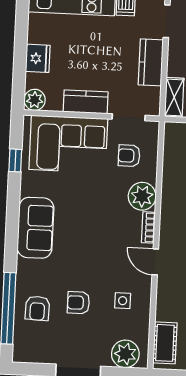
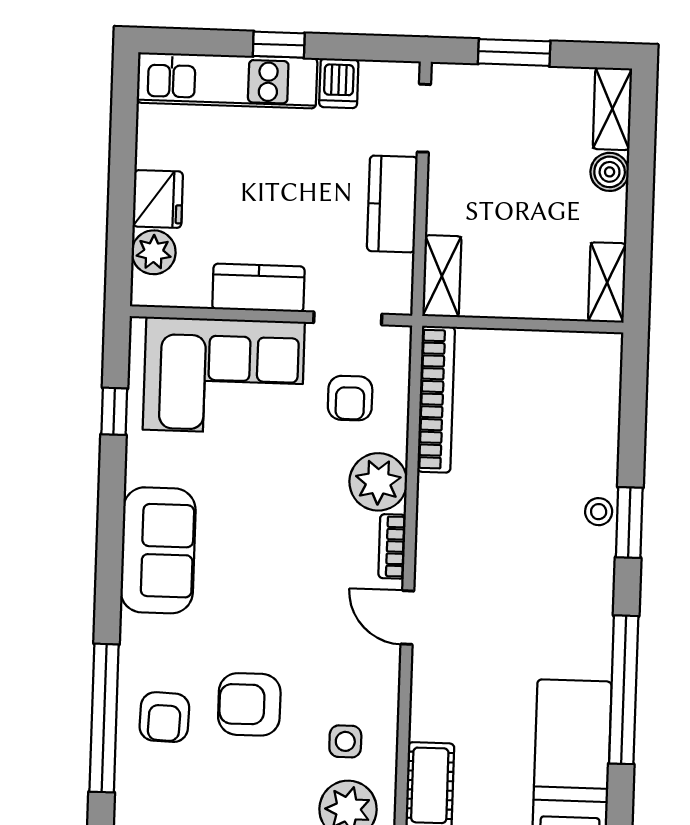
plant: (35, 100) -> (154, 252), moved
armchair: (129, 156) -> (350, 398), turned -90
bookcase: (171, 157) -> (436, 399), added
side table: (123, 301) -> (345, 741), moved
armchair: (78, 303) -> (249, 704), width x1.38, depth x1.38

